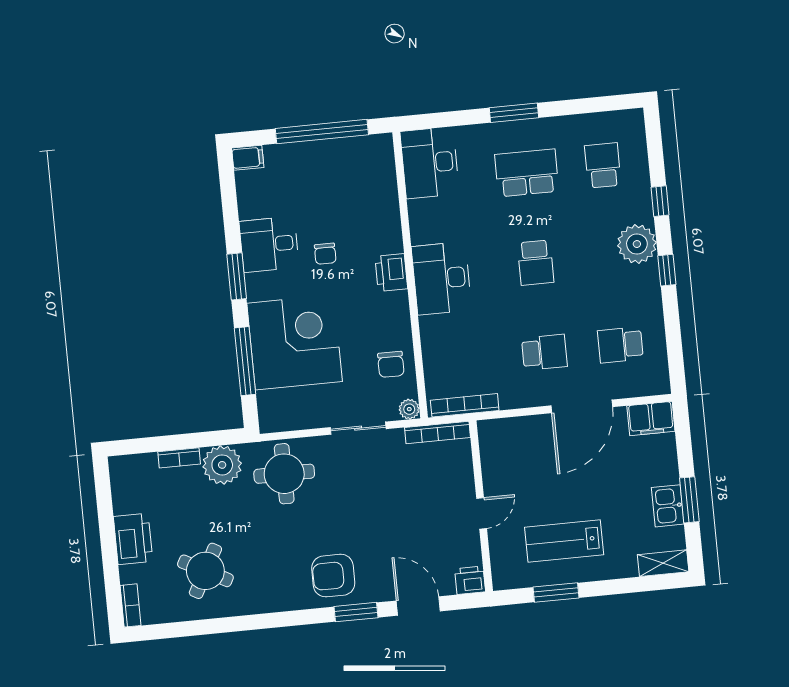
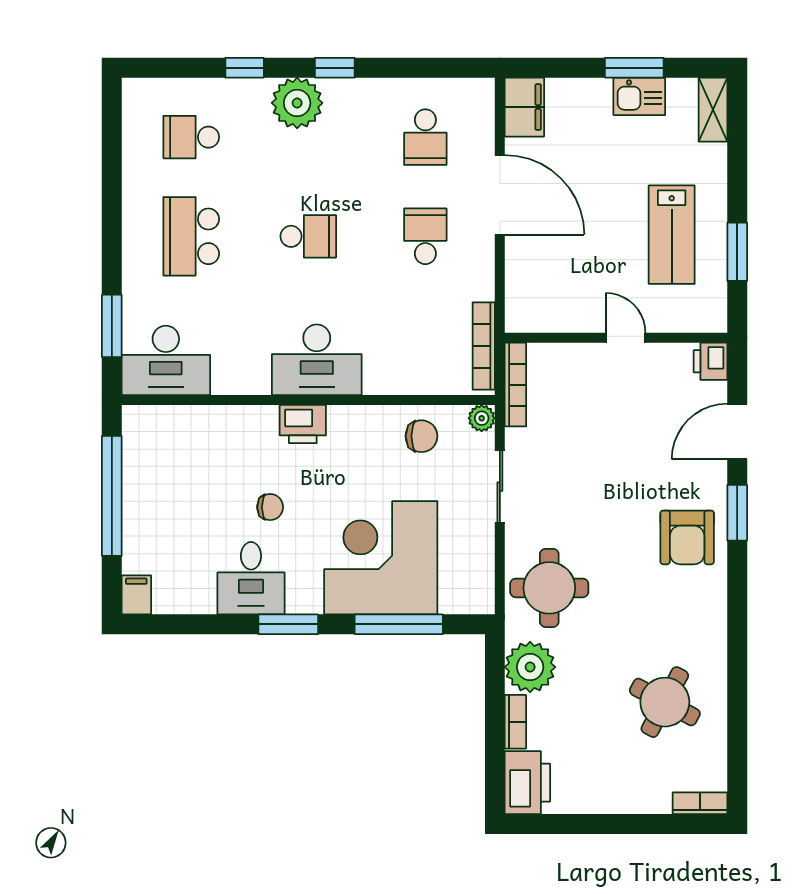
window: (514, 113) -> (112, 326), moved
printer: (133, 539) -> (527, 783), moved, turned 90

